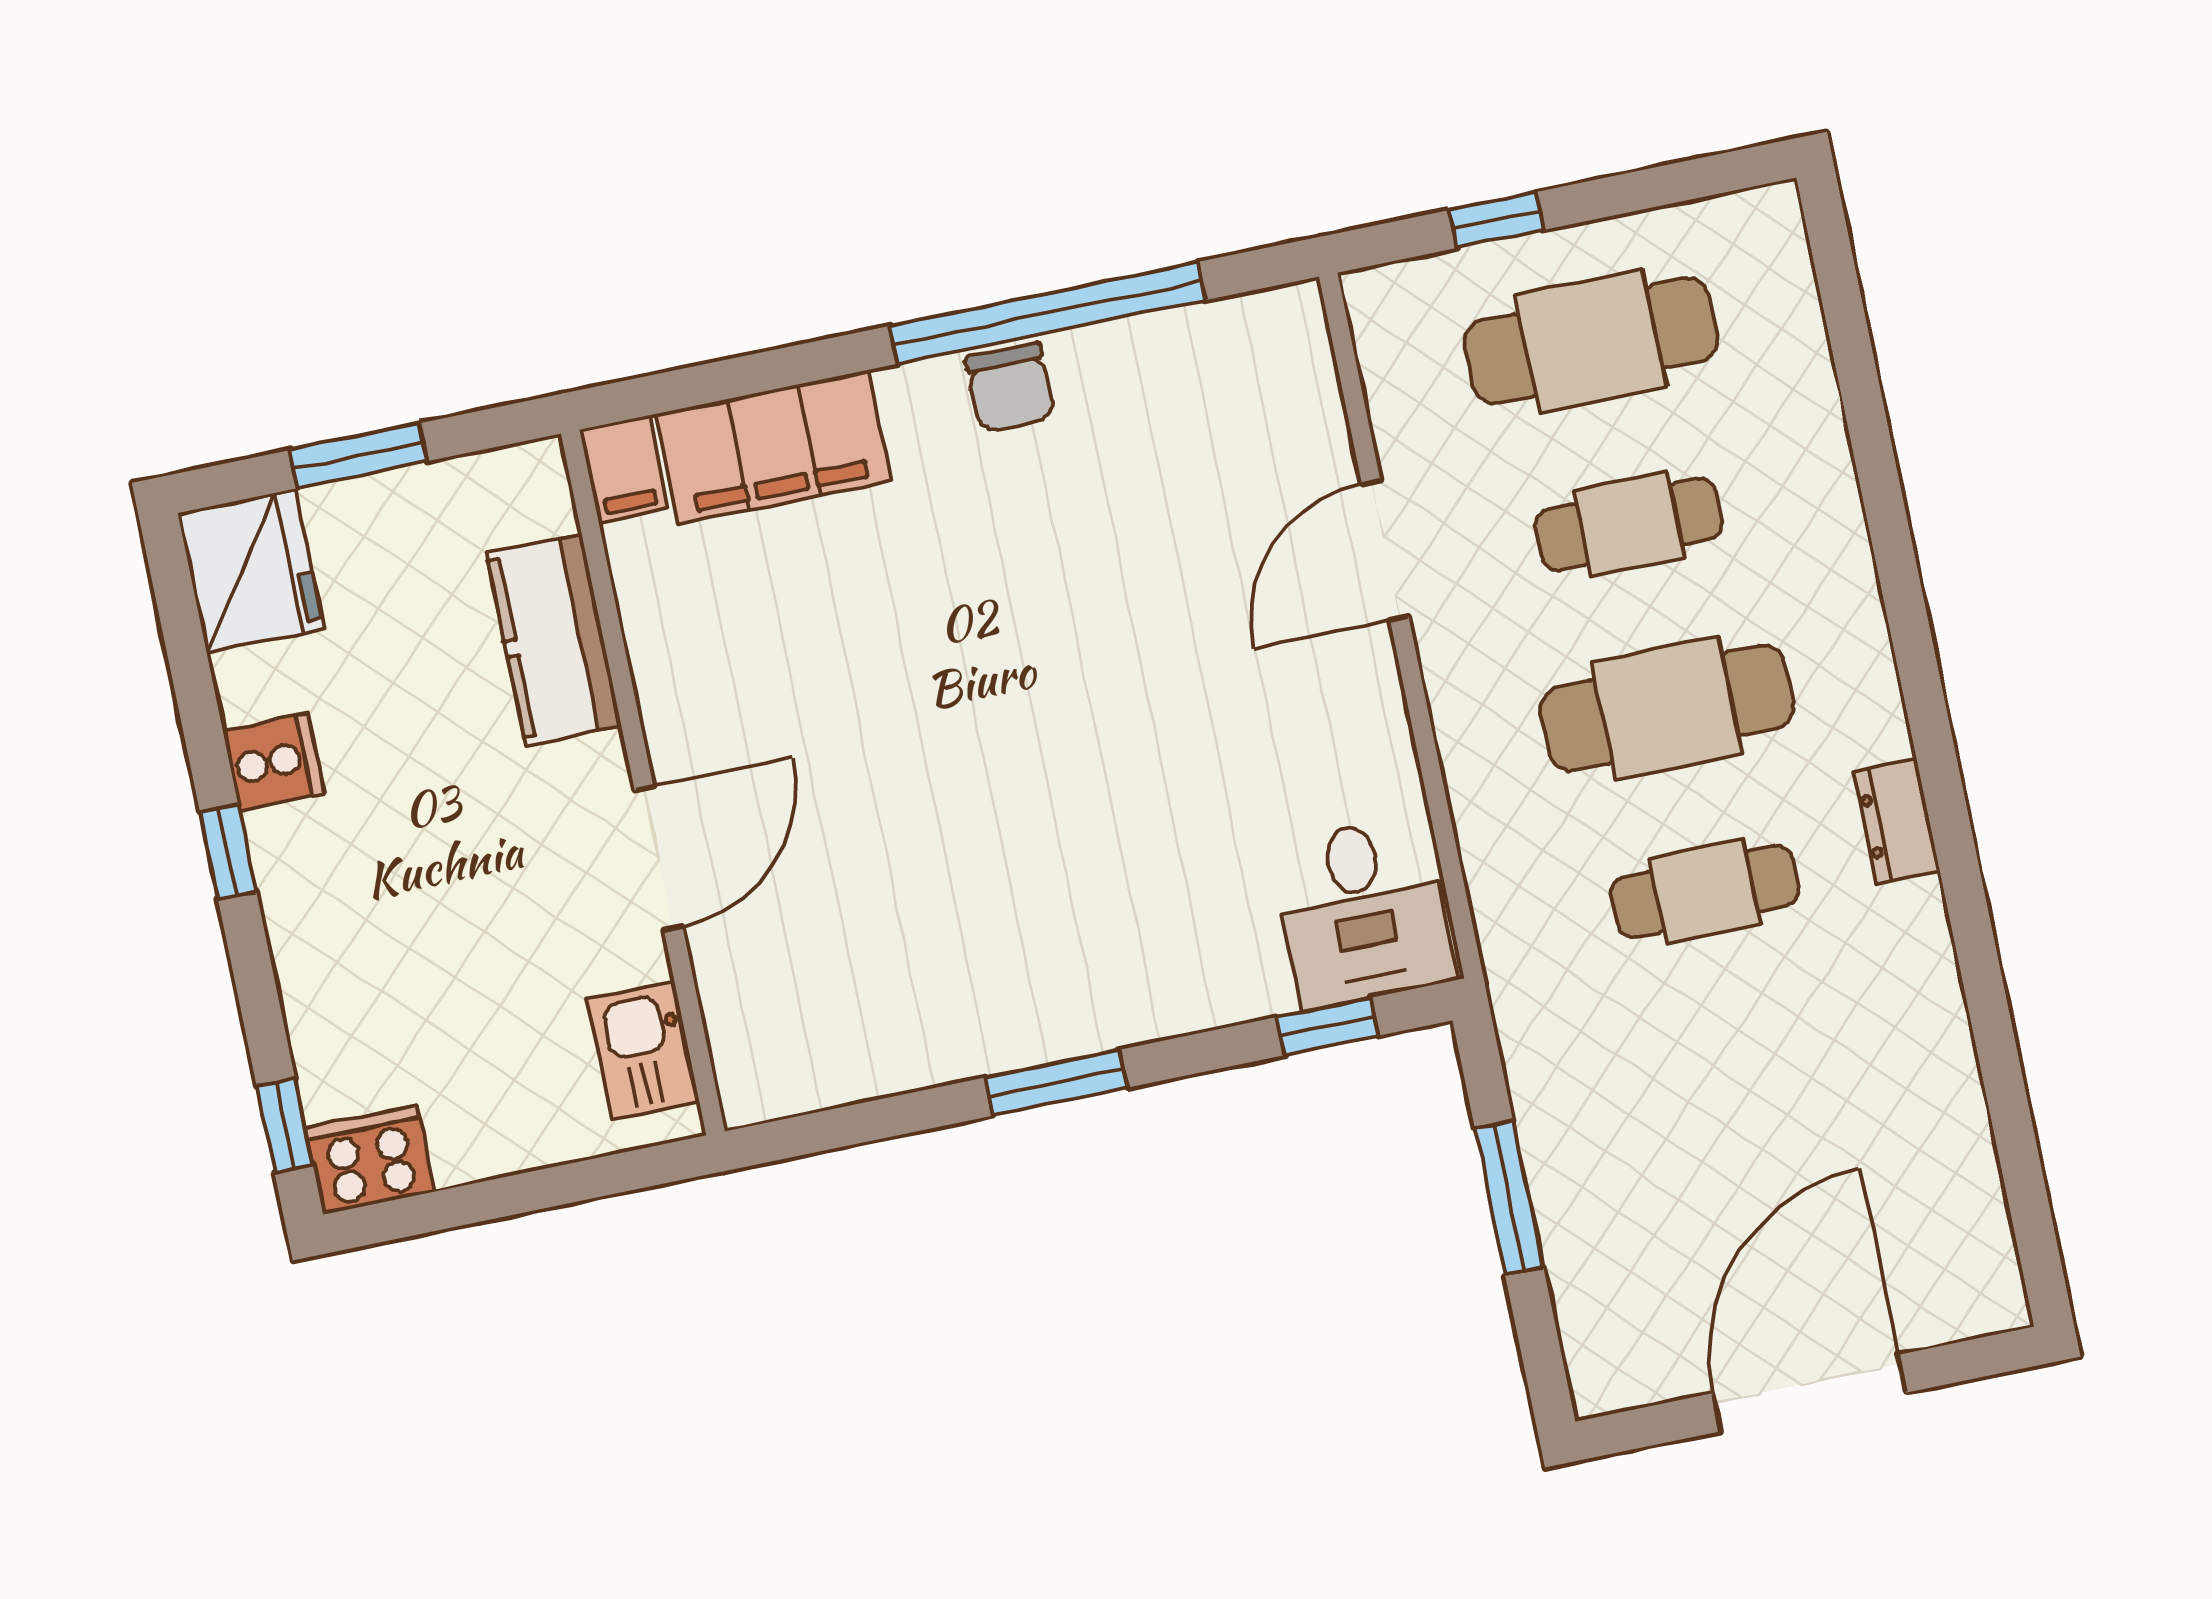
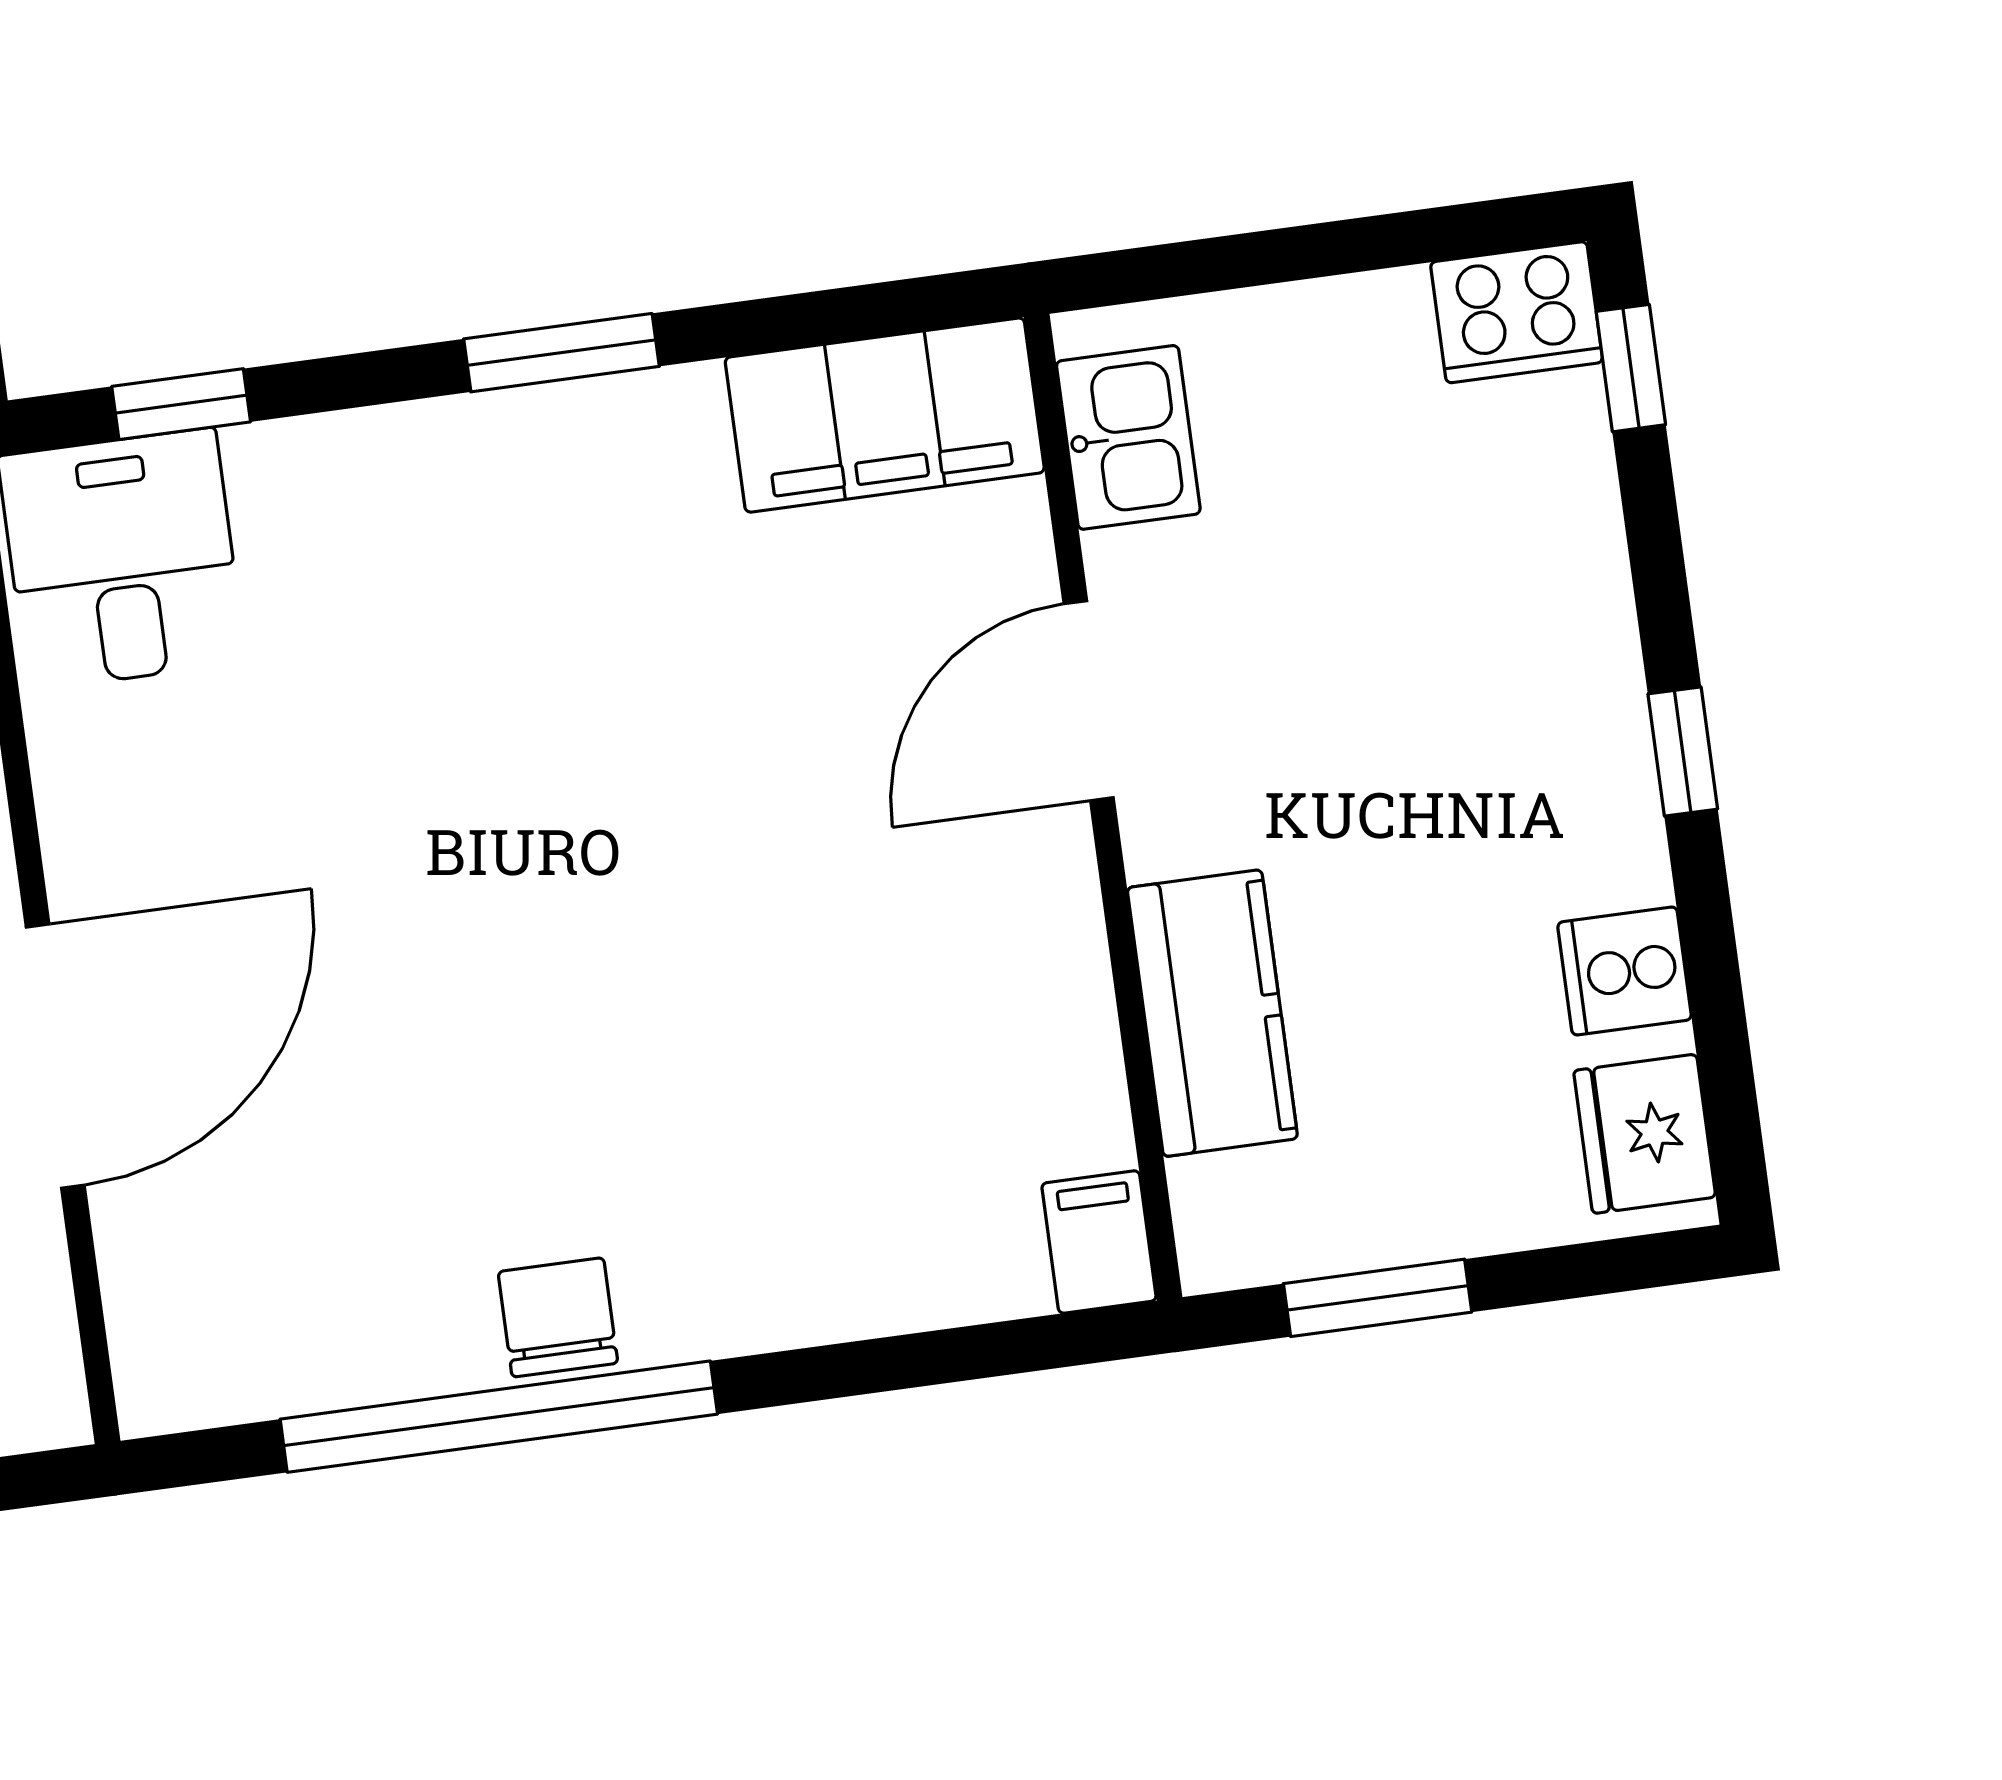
filing cabinet: (773, 447) -> (885, 415), moved, turned 180
window: (358, 456) -> (1378, 1298), moved
door: (1385, 550) -> (55, 1056), width x1.36
fridge: (251, 571) -> (1645, 1134), width x0.73, depth x0.75
cooker: (274, 762) -> (1625, 971), moved

